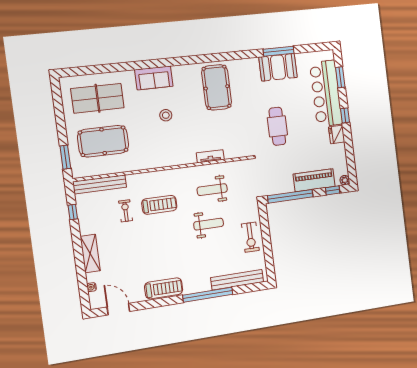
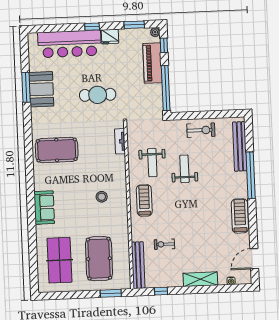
window: (340, 77) -> (134, 25), moved
stool: (166, 115) -> (102, 197), moved
tv unit: (210, 156) -> (120, 141), moved
treadmill: (159, 205) -> (144, 200), moved

